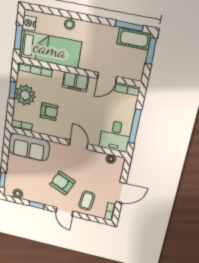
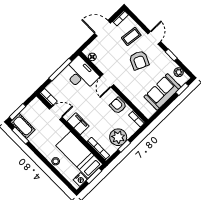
armchair: (49, 112) -> (118, 106), moved
desk: (115, 136) -> (81, 74), width x1.37
sofa: (29, 147) -> (162, 92), moved, turned -90

